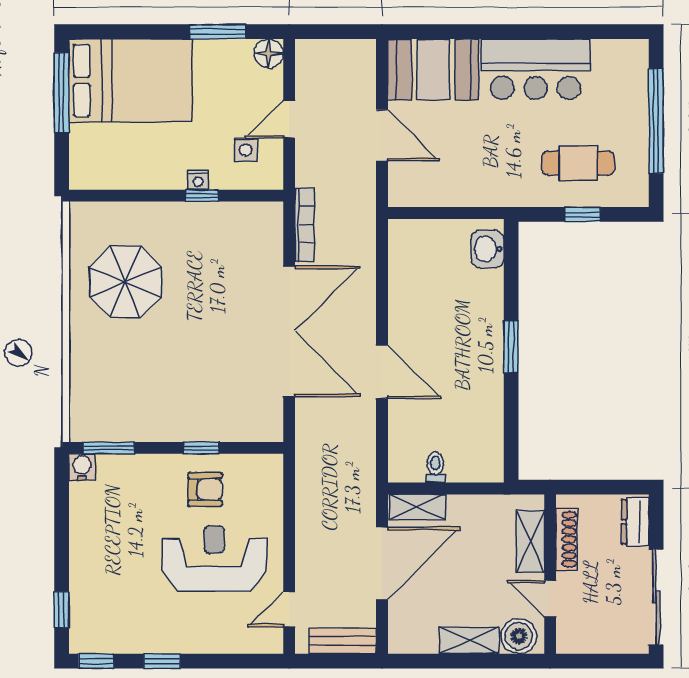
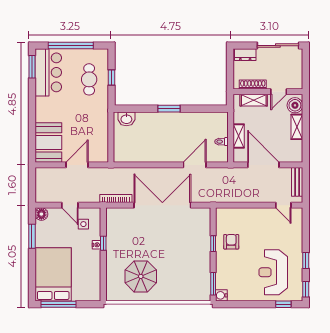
window: (607, 32) -> (32, 67), added
bar counter: (536, 69) -> (48, 72), moved
door: (382, 372) -> (195, 165), moved
shelving: (417, 507) -> (239, 136), moved
reception desk: (214, 558) -> (273, 272), moved

